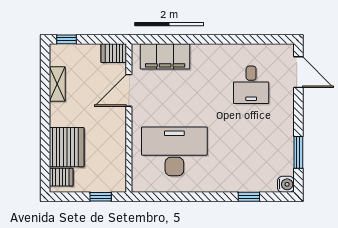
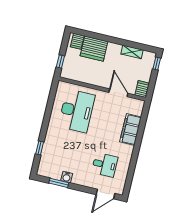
filing cabinet: (165, 56) -> (131, 129), moved
desk: (251, 85) -> (105, 165), turned 180
water cooler: (286, 184) -> (67, 177), moved

